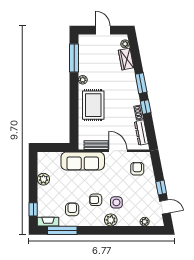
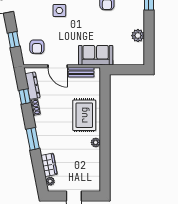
window: (74, 58) -> (105, 166), removed
window: (146, 107) -> (25, 97), moved
sofa: (83, 161) -> (96, 55), width x0.73
window: (161, 188) -> (14, 40), moved
armchair: (96, 200) -> (82, 13), removed

